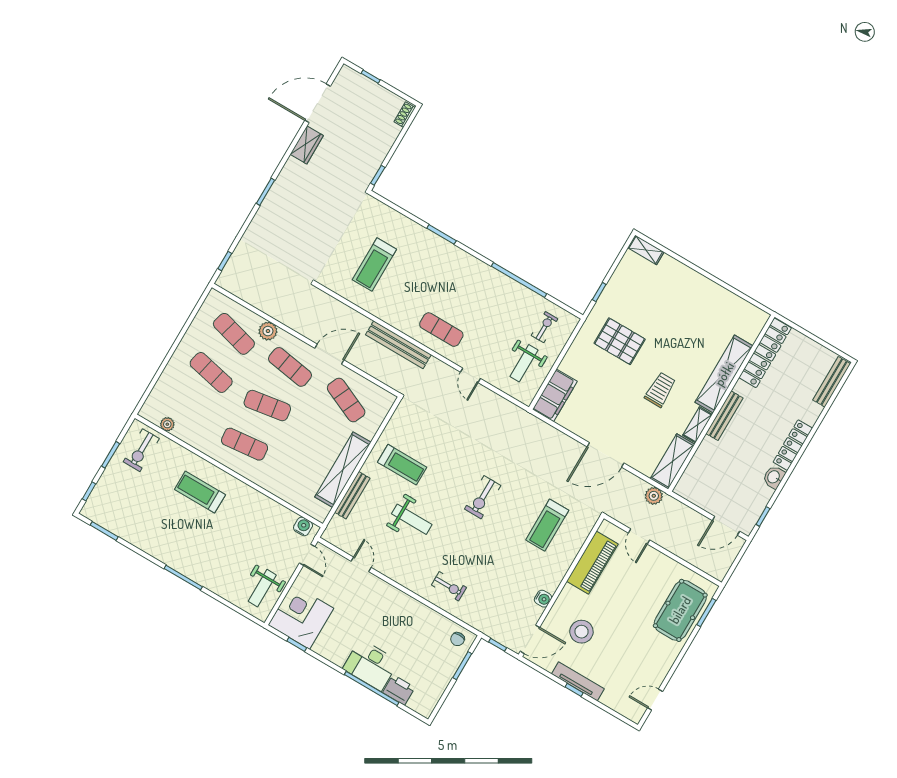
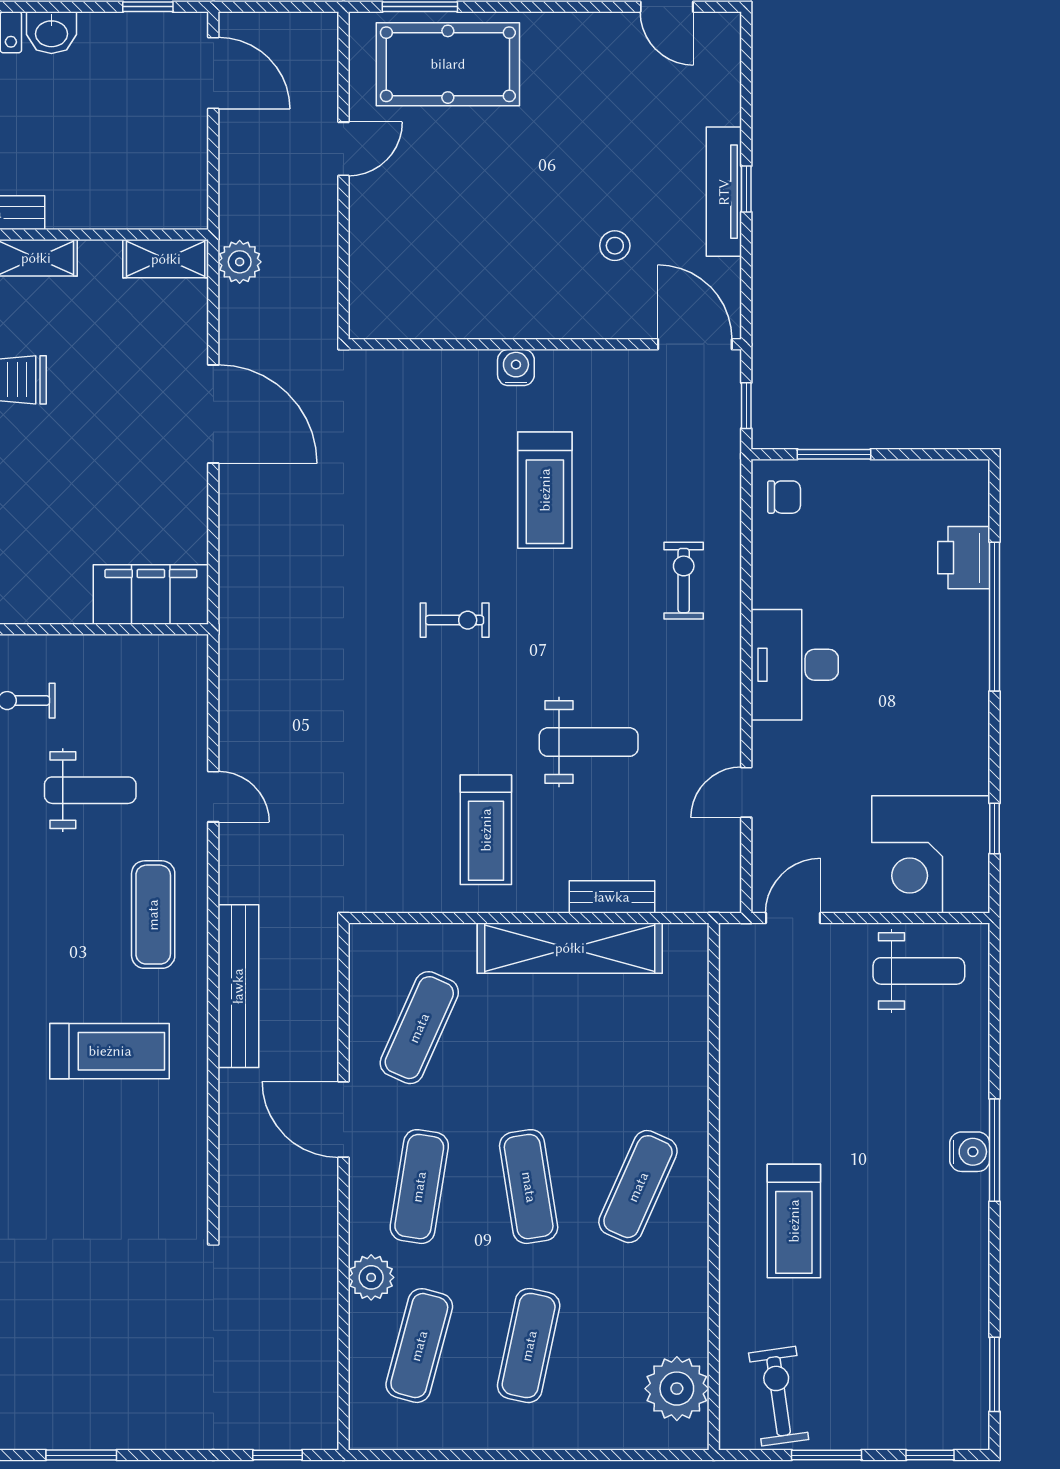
treadmill: (374, 265) -> (110, 1051), moved
weight bench: (524, 363) -> (90, 790), moved
door: (470, 375) -> (213, 797), hinge flipped
plant: (167, 424) -> (677, 1389), width x1.88, depth x1.88
exercise mat: (245, 444) -> (638, 1187), turned 30
exercise bike: (141, 450) -> (779, 1396), turned -98
shelving: (672, 462) -> (166, 259), width x0.67, depth x0.75
treadmill: (402, 465) -> (486, 830), turned 180
bench: (352, 495) -> (612, 897), width x0.73
exercise bike: (483, 497) -> (455, 620), width x0.73, depth x0.72
weight bench: (412, 519) -> (589, 742), turned 90
treadmill: (547, 525) -> (545, 490), moved, turned 90
water cooler: (303, 526) -> (970, 1152), moved, turned 180
door: (639, 536) -> (343, 149), moved
piano: (592, 563) -> (456, 308), removed
water cooler: (543, 599) -> (516, 367), moved
stool: (581, 632) -> (615, 246), width x0.53, depth x0.53
desk: (371, 665) -> (795, 665), moved, turned 180

